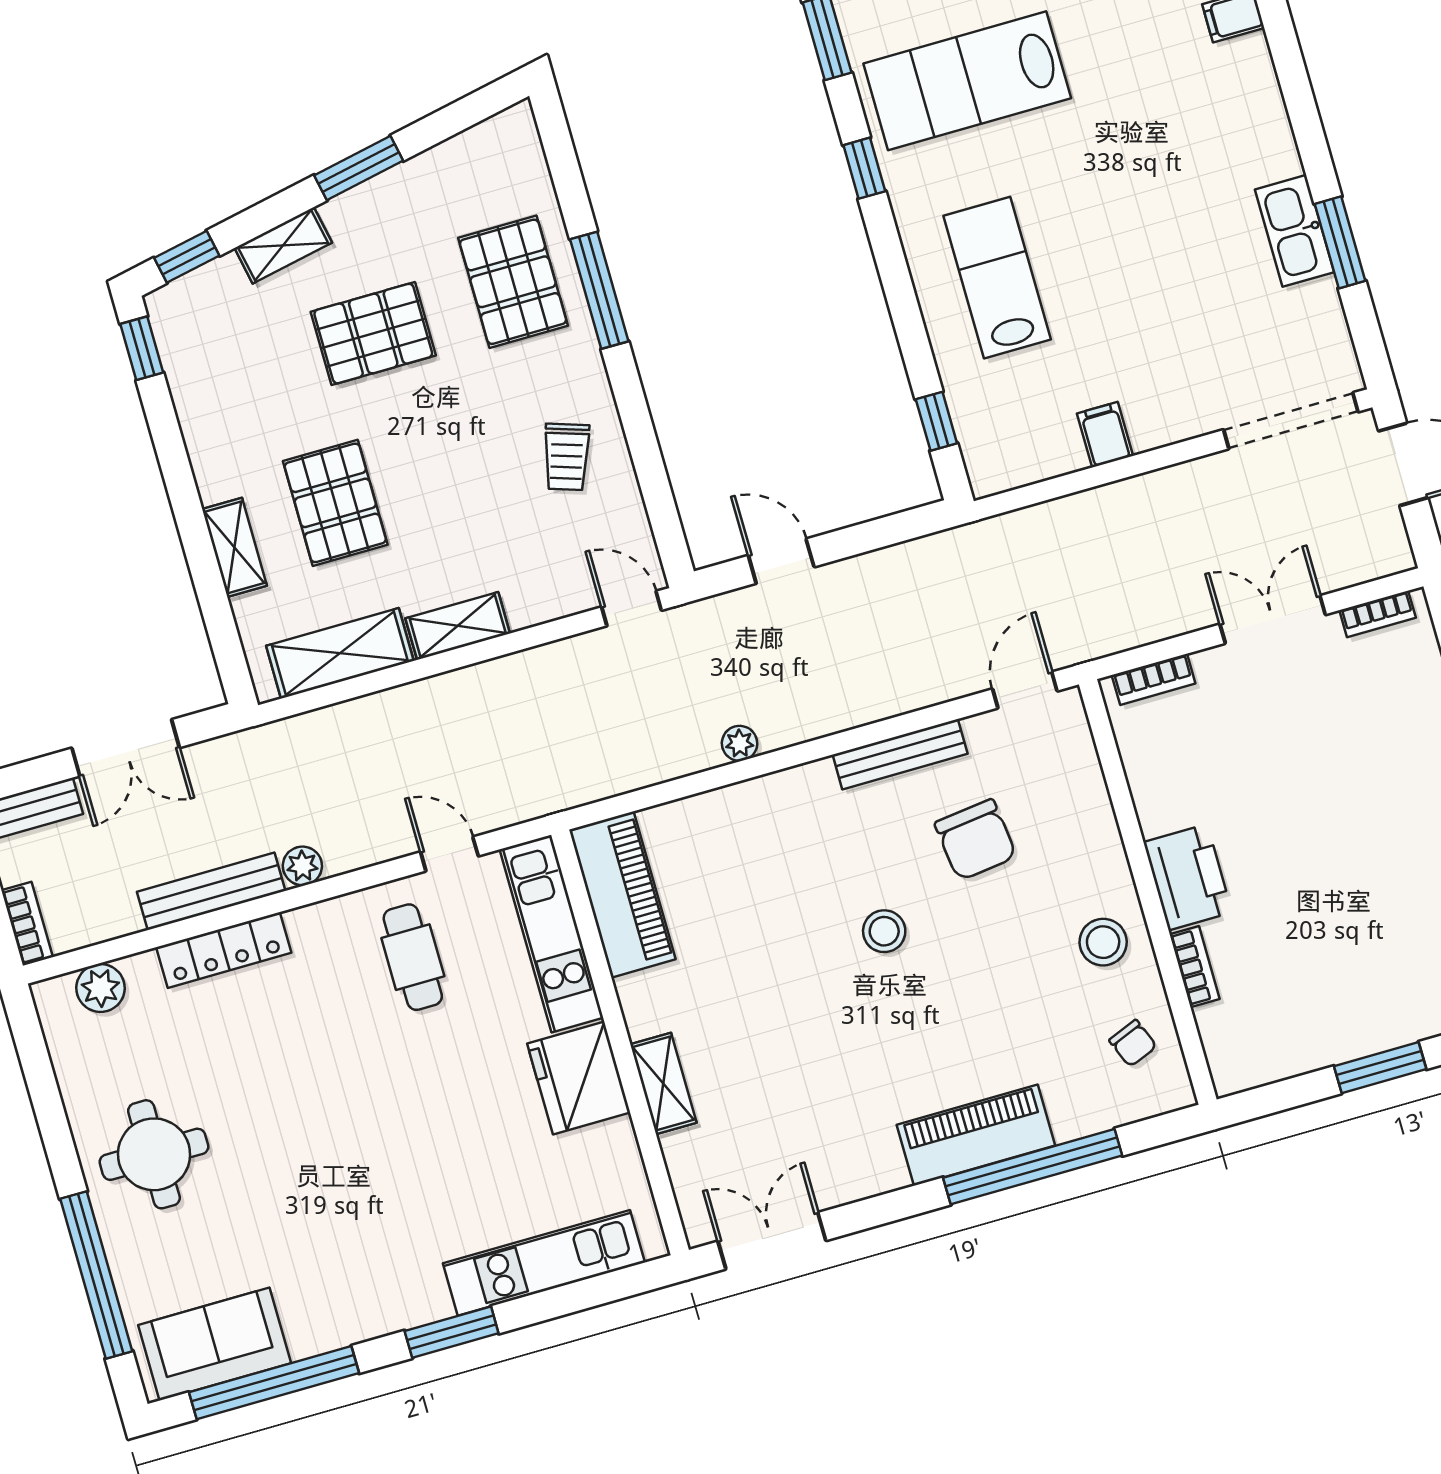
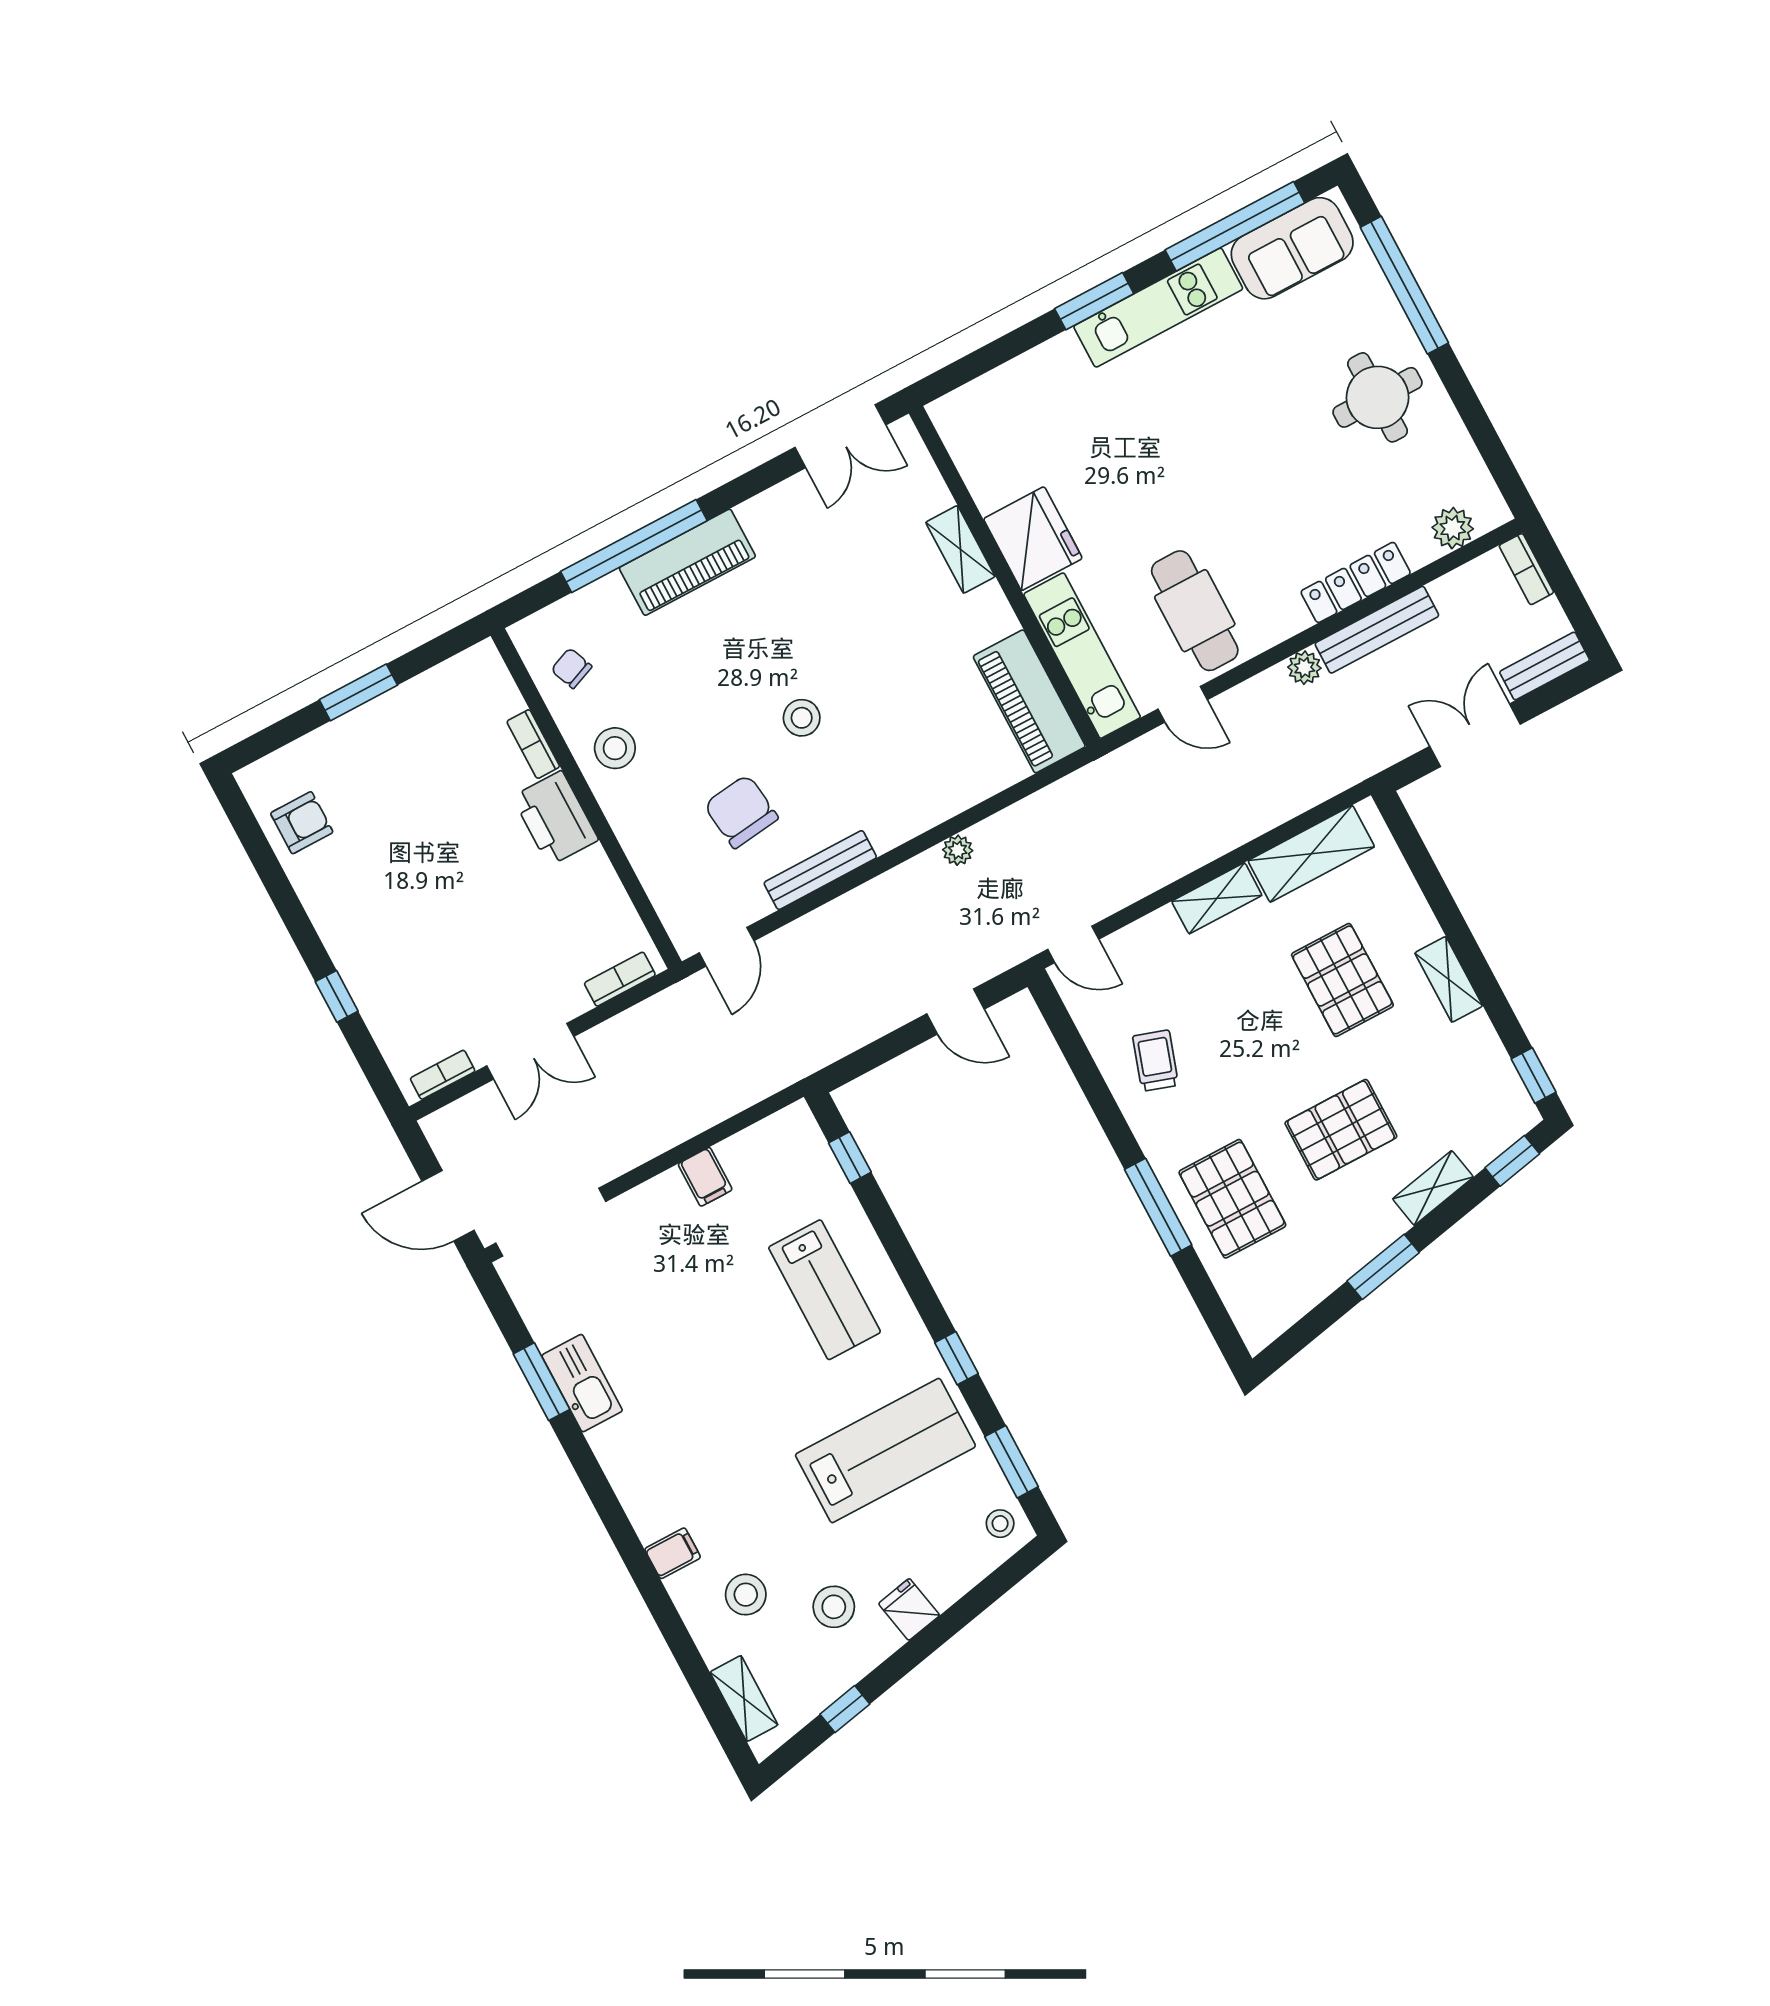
shelving: (234, 547) -> (1449, 979), moved
cafe table: (413, 957) -> (1195, 611), width x1.37, depth x1.35
kitchen unit: (544, 1263) -> (1158, 308), moved

